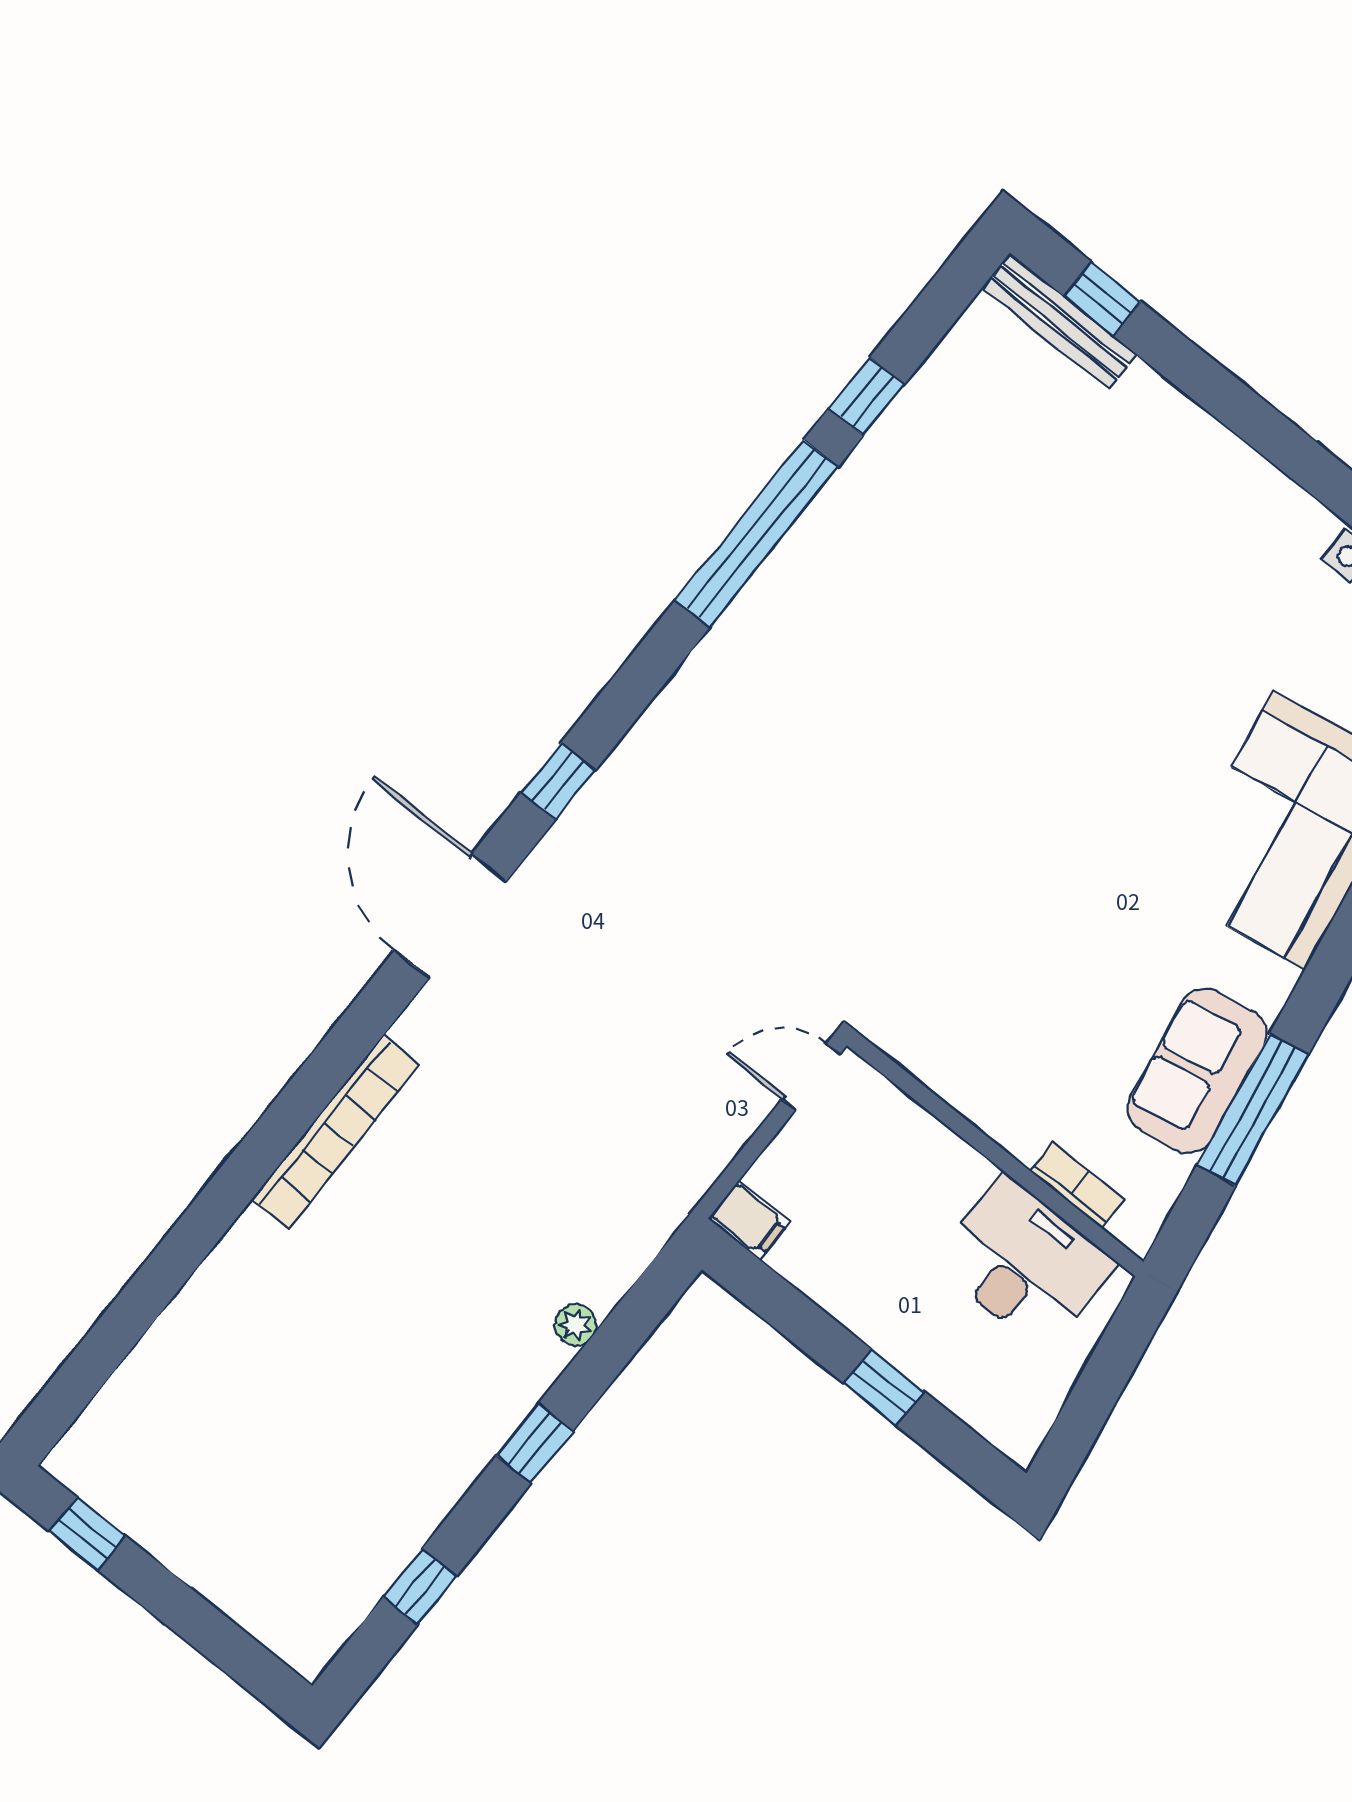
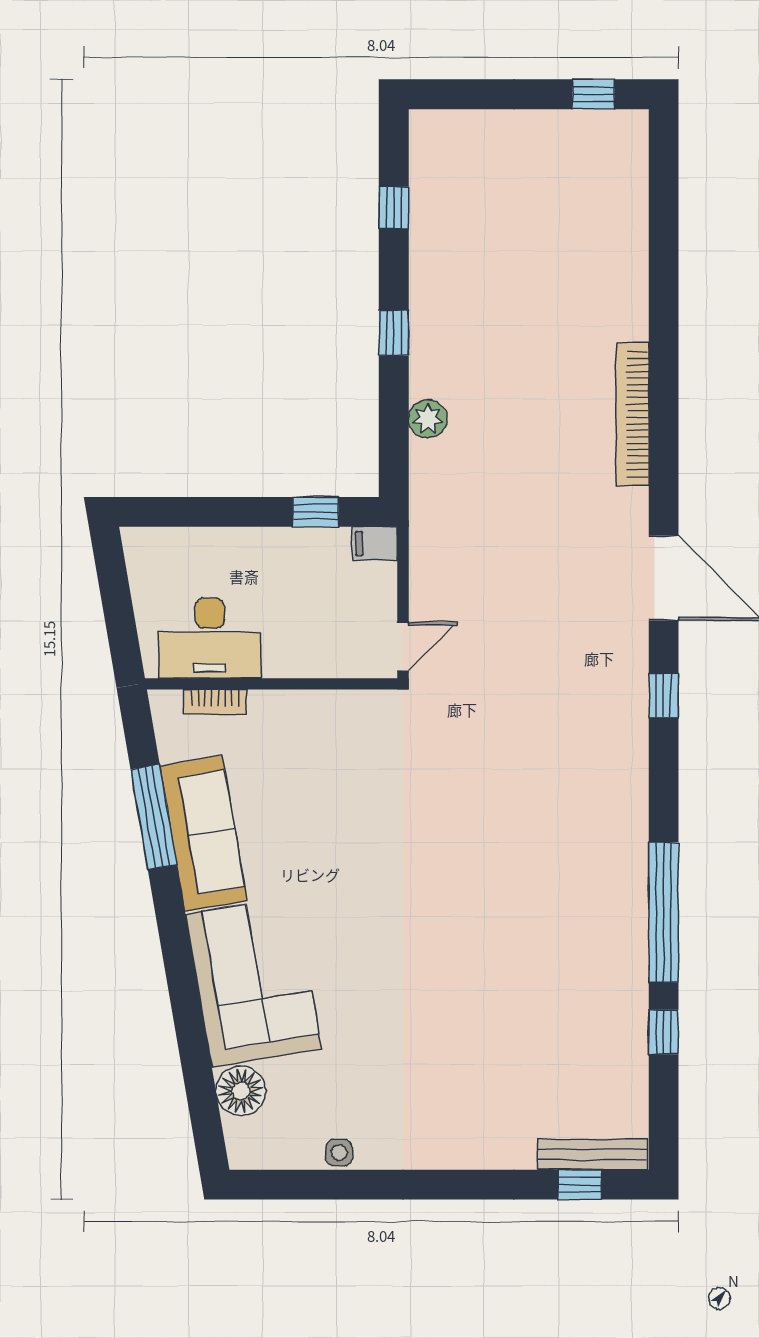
sofa: (1197, 1071) -> (203, 833), width x1.36
plant: (576, 1325) -> (428, 419), width x1.38, depth x1.38
window: (884, 1387) -> (316, 512), moved

